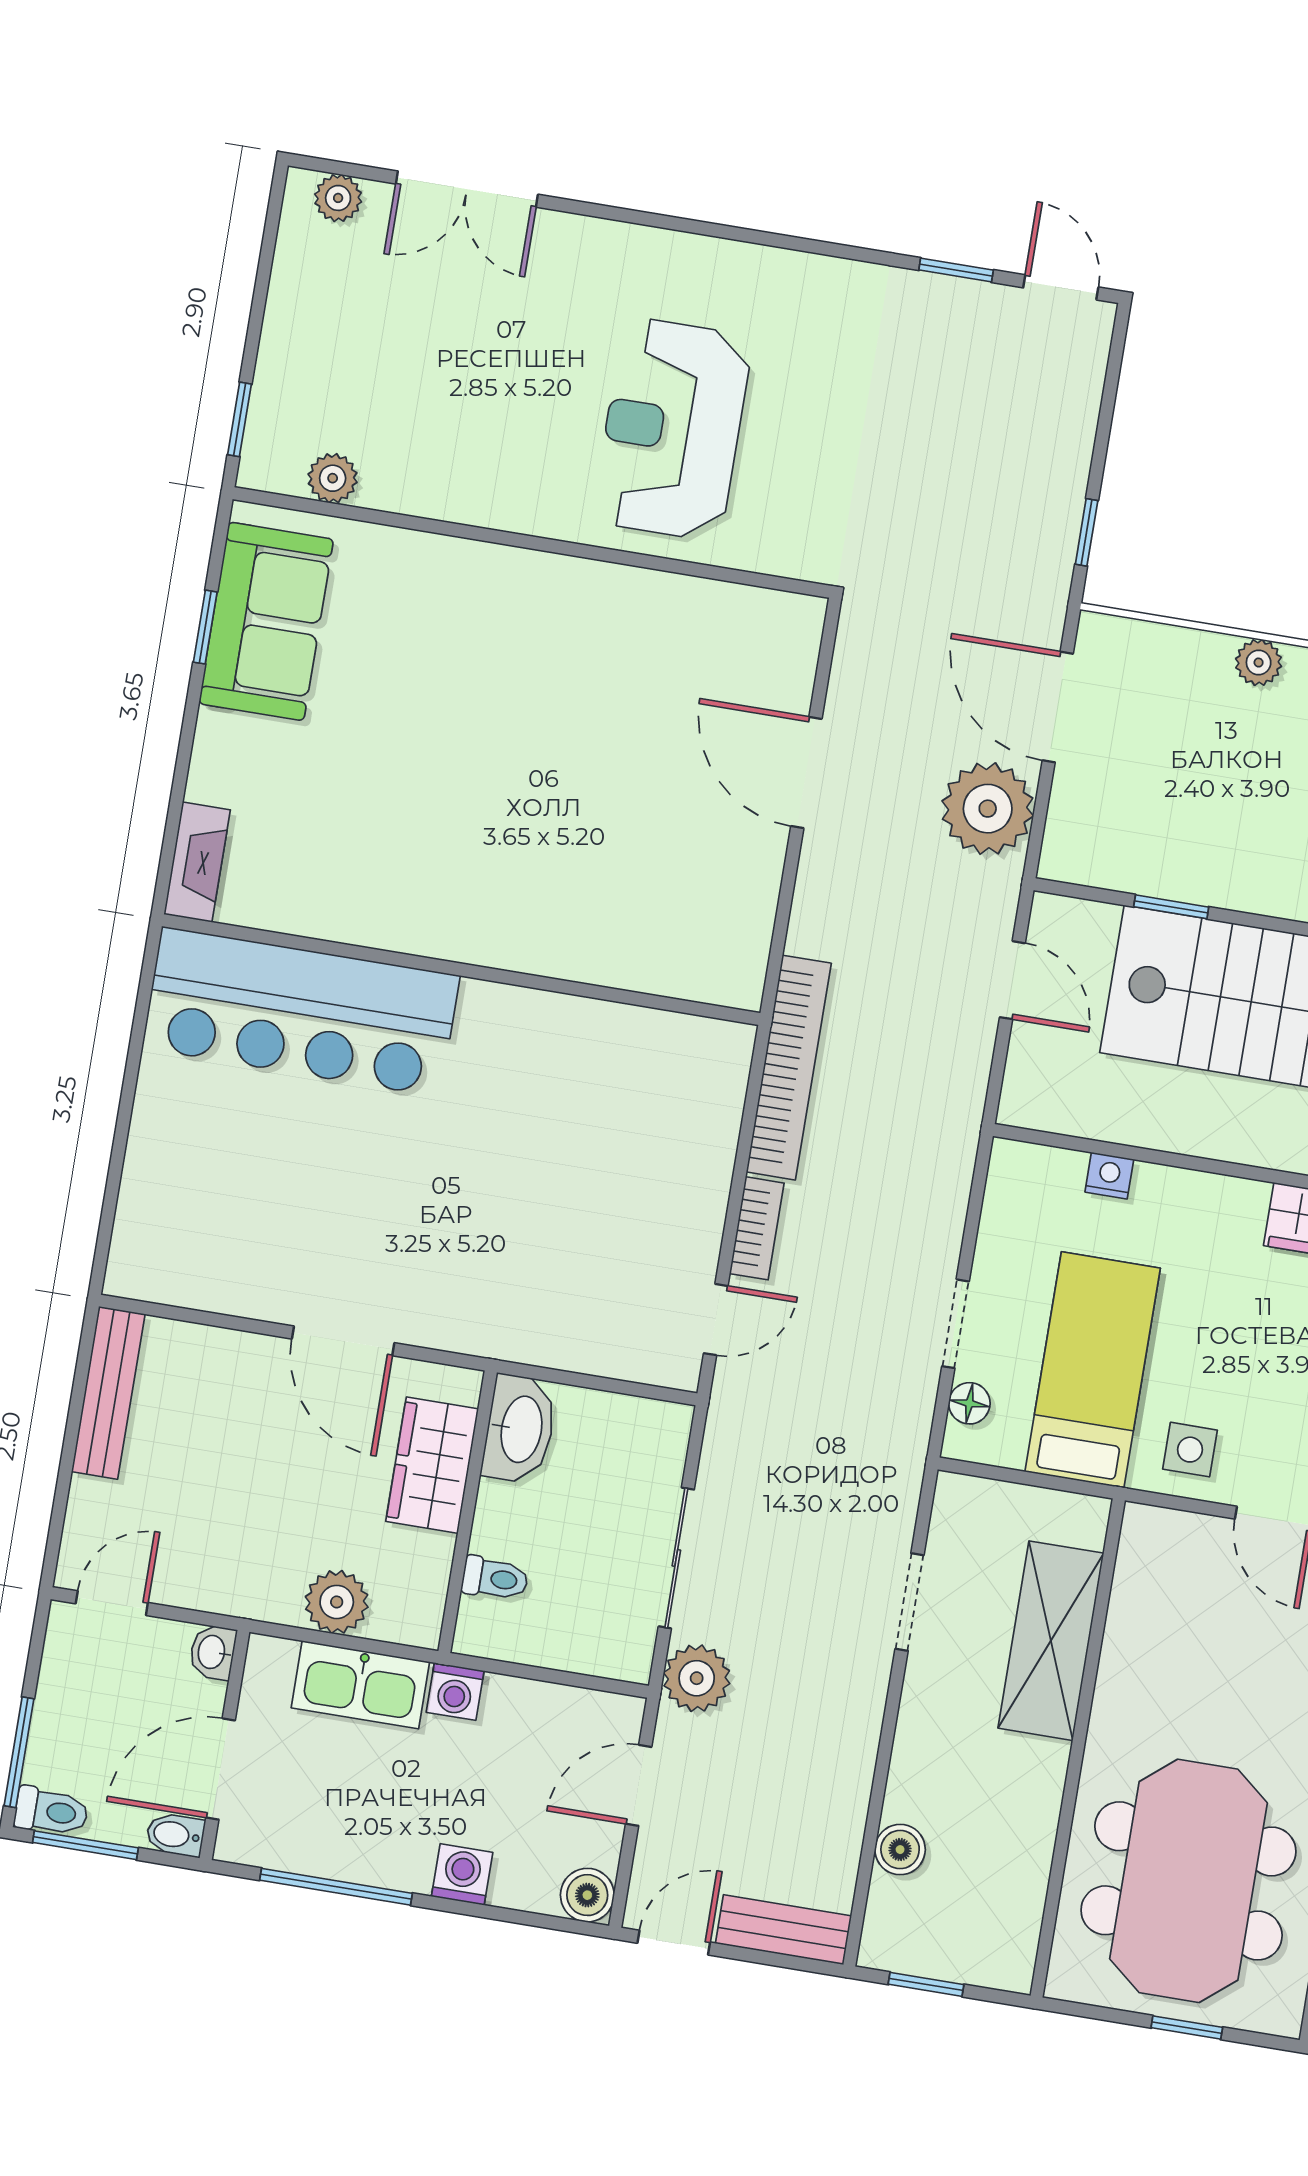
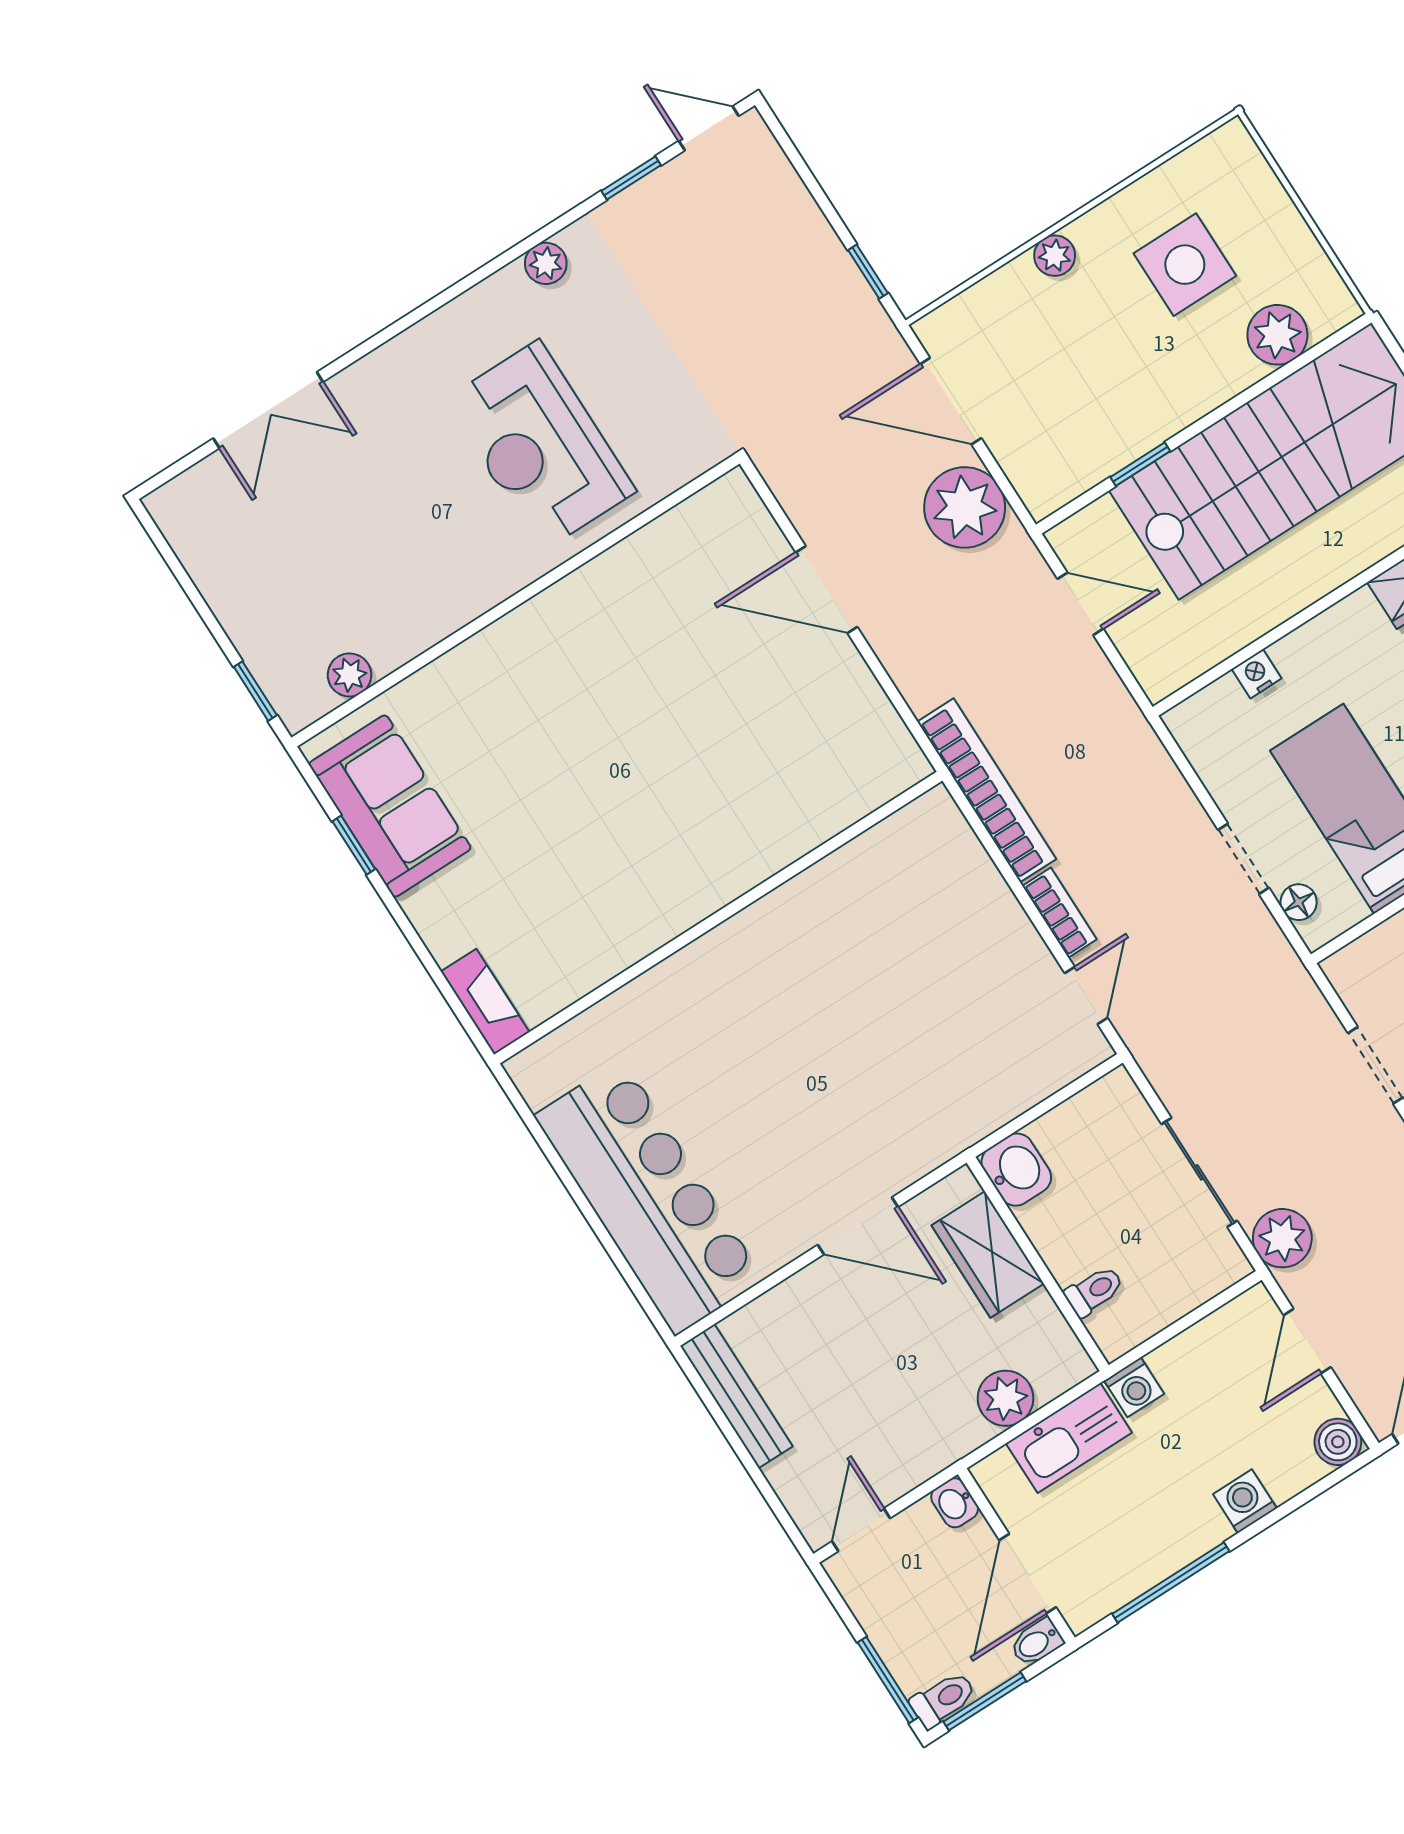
plant: (338, 198) -> (546, 263), moved
bar counter: (301, 1012) -> (649, 1197), moved, turned -90
washbasin: (520, 1429) -> (1016, 1170), width x0.72

